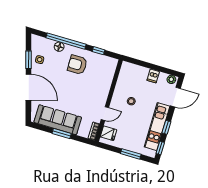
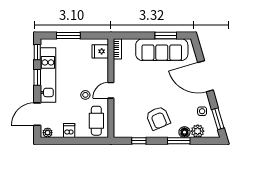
window: (66, 41) -> (179, 141), width x0.47
plant: (48, 44) -> (198, 131), added
window: (29, 60) -> (218, 119), moved
armchair: (77, 65) -> (158, 118), turned 67
cafe table: (128, 77) -> (96, 121), added
door: (105, 114) -> (111, 90), moved
window: (62, 133) -> (166, 36), moved

